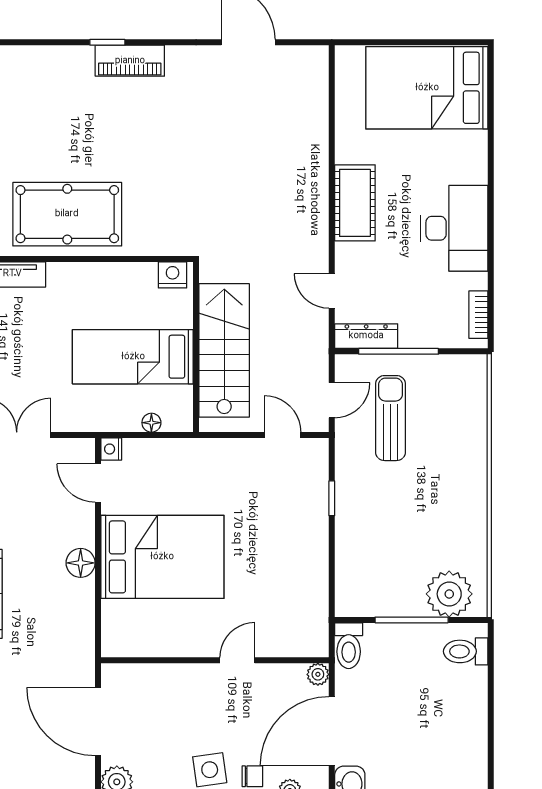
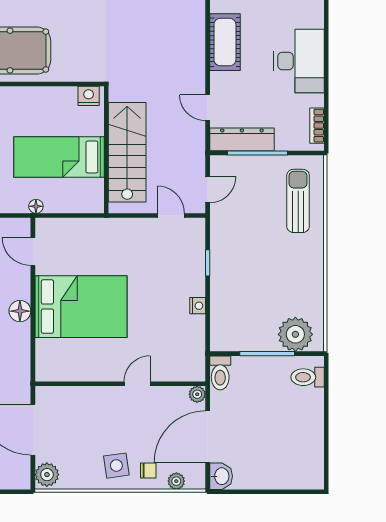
dresser: (366, 336) -> (242, 139), width x1.37, depth x1.24
sun lounger: (390, 418) -> (298, 201), moved
floor lamp: (151, 423) -> (36, 206), moved
nightstand: (111, 449) -> (198, 306), moved, turned 180

